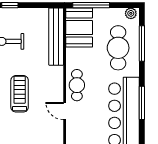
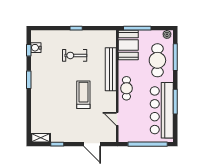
bench: (56, 37) -> (111, 69), moved
door: (65, 111) -> (117, 119), moved

